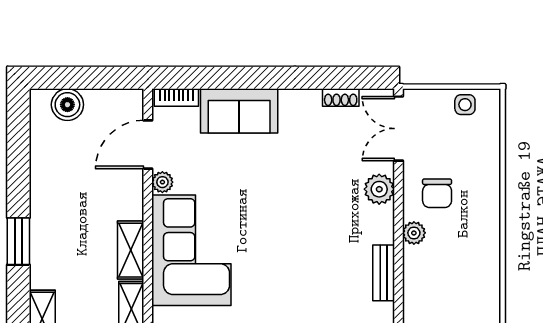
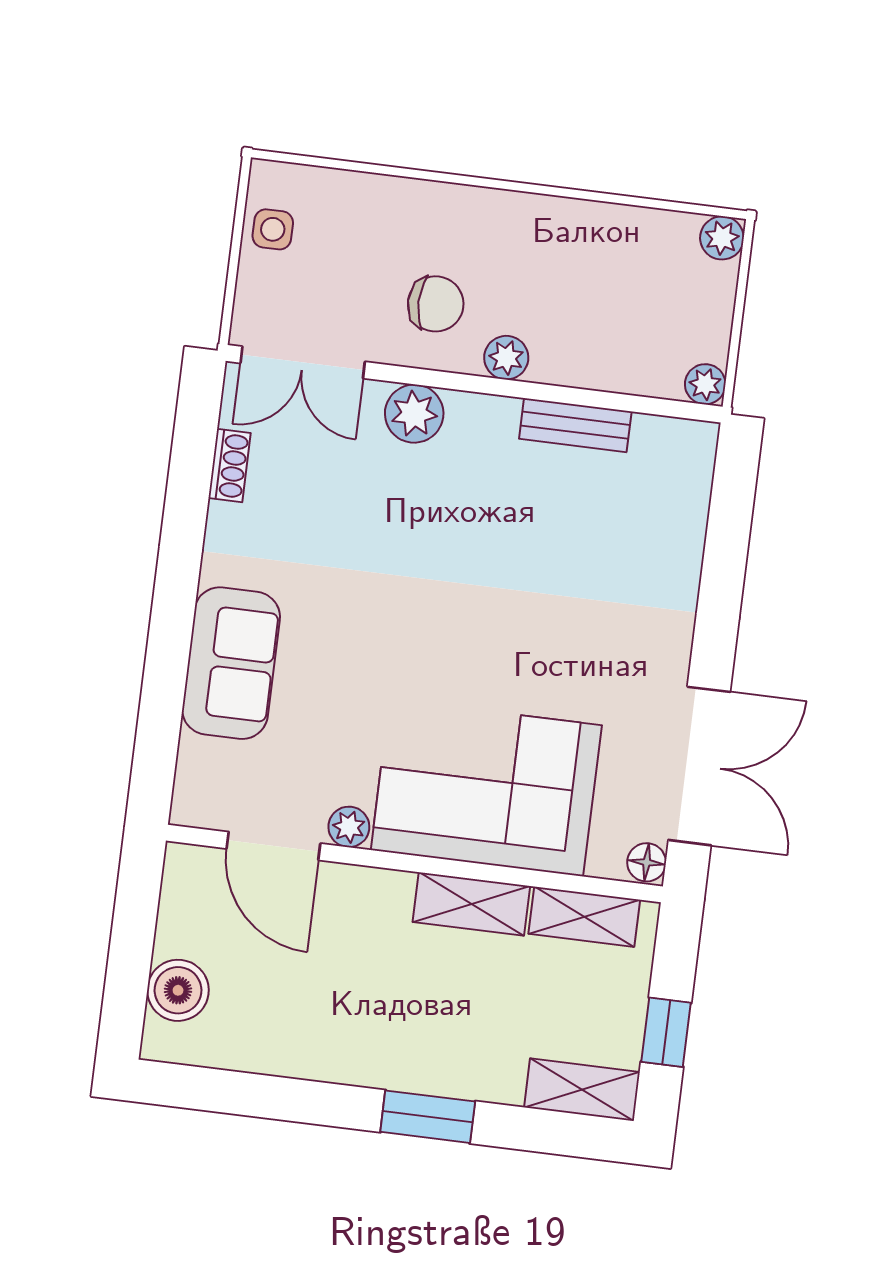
bookcase: (176, 98) -> (190, 780), removed

